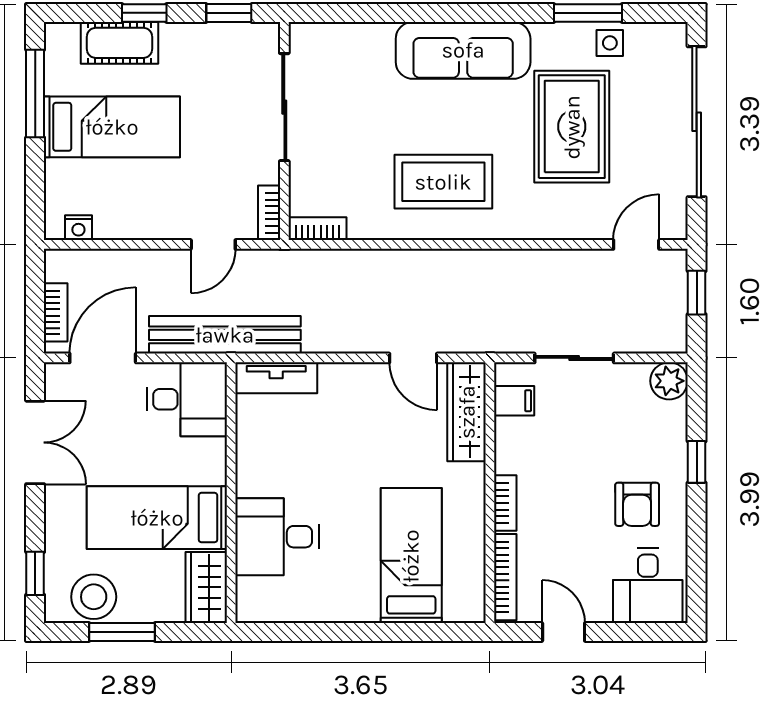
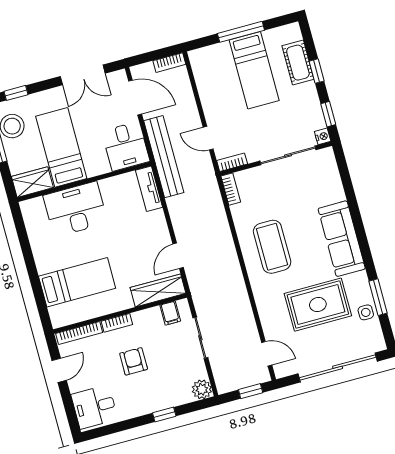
window: (35, 94) -> (241, 32), moved
nightstand: (78, 228) -> (323, 136), moved, turned 180
bookcase: (56, 312) -> (169, 63), moved
armchair: (637, 504) -> (134, 361), moved, turned 90
desk: (277, 537) -> (75, 209), width x1.37

